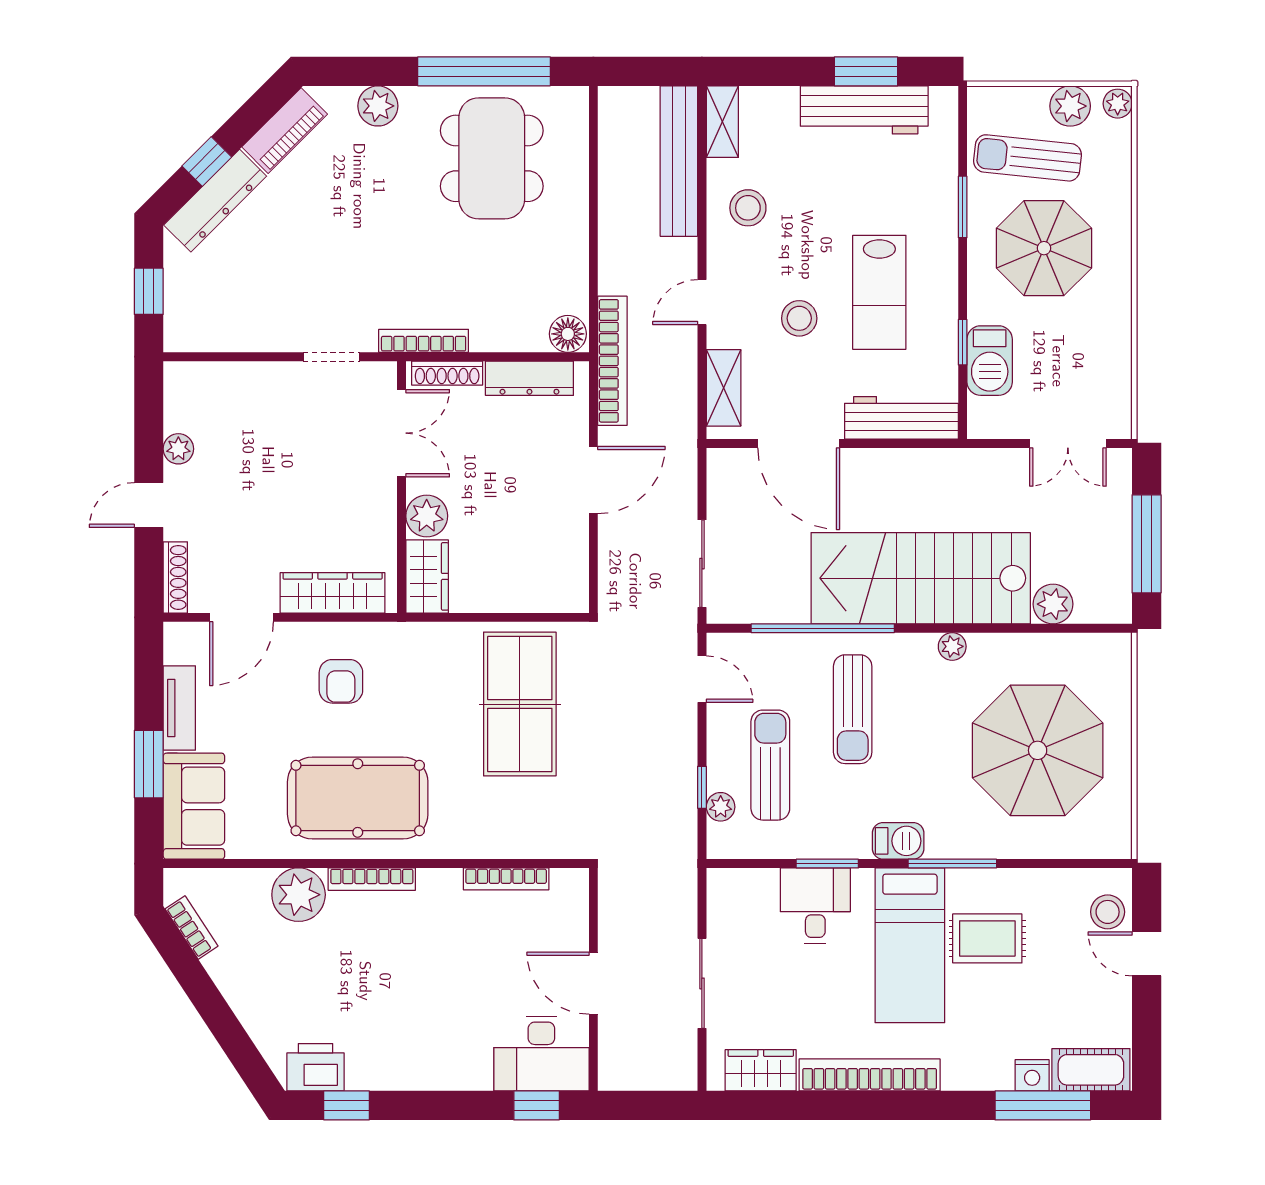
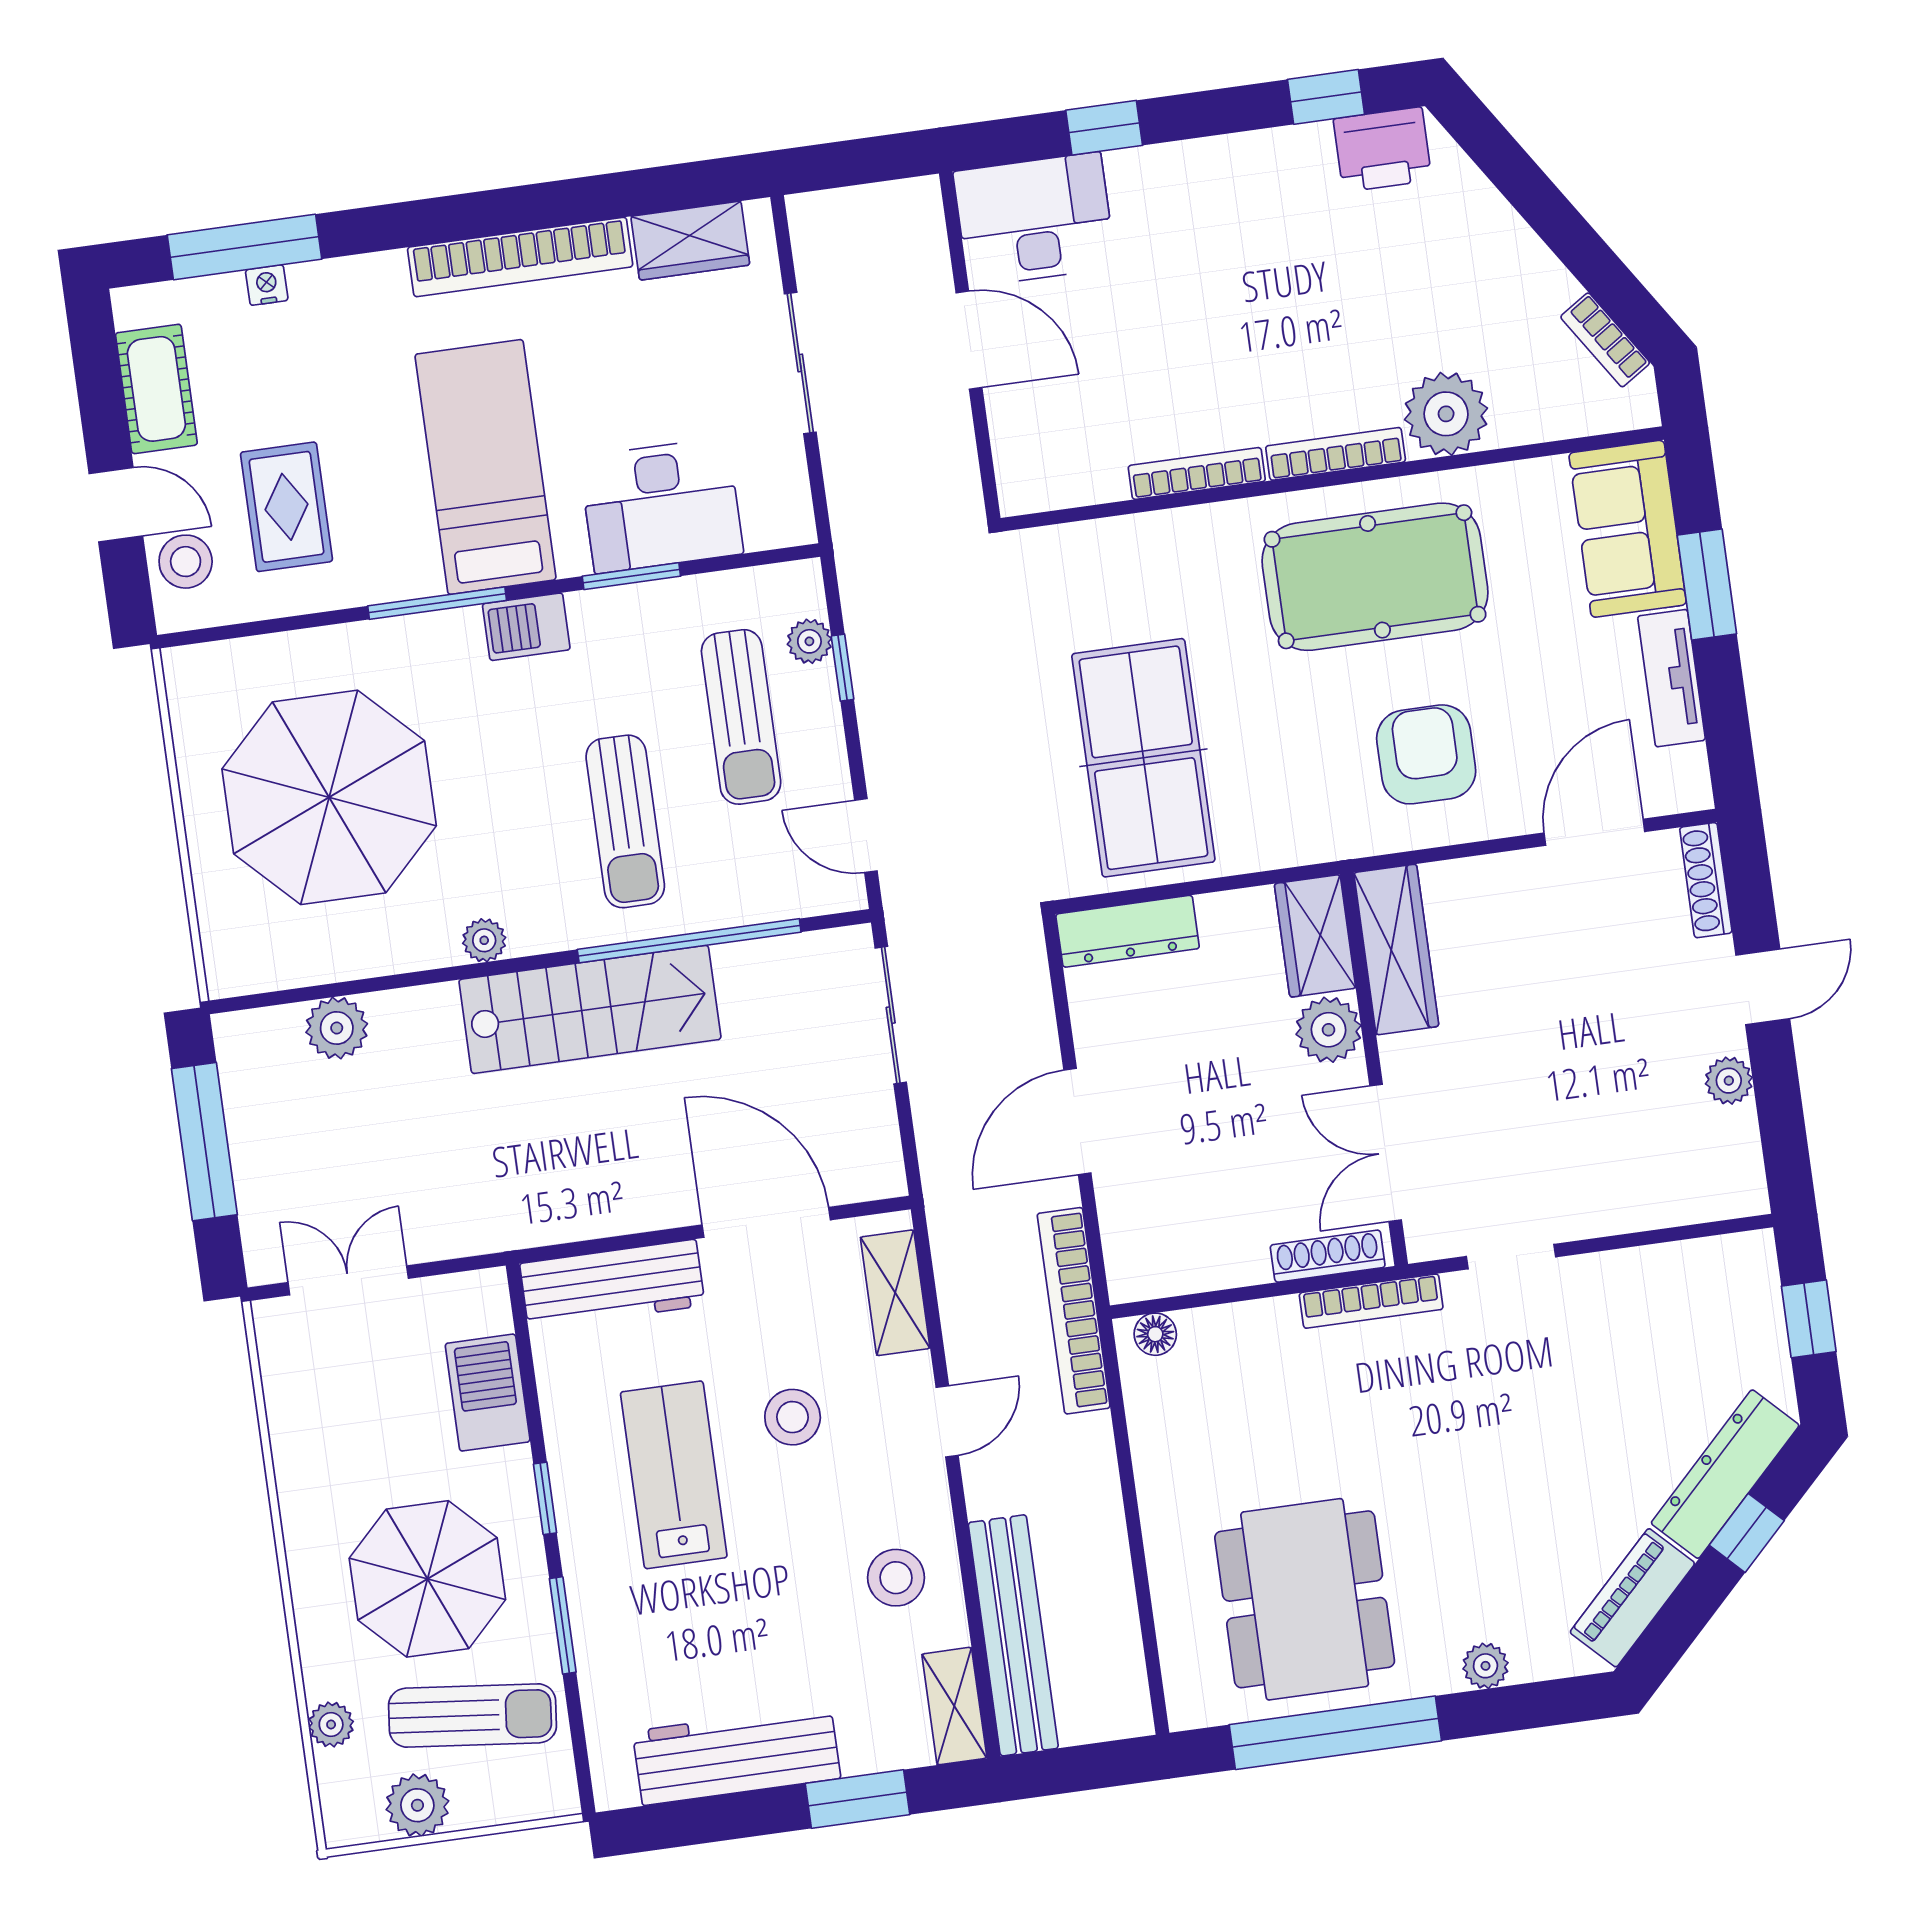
window: (866, 71) -> (858, 1799), moved
plant: (1118, 104) -> (331, 1724), moved
plant: (378, 106) -> (1485, 1666), width x0.73, depth x0.73
floor lamp: (568, 334) -> (1155, 1334), width x0.73, depth x0.73
window: (963, 342) -> (545, 1498), moved
dresser: (529, 378) -> (1128, 931), moved, turned 180
stairs: (921, 578) -> (590, 1009), width x0.73, depth x0.66
wardrobe: (333, 593) -> (1396, 949), moved, turned -90
armchair: (341, 681) -> (1426, 754), width x1.38, depth x1.38
sun lounger: (853, 709) -> (625, 821), turned 180
bookcase: (506, 879) -> (1197, 473), moved
desk: (815, 906) -> (661, 505), width x1.37
rug: (987, 938) -> (286, 507), moved, turned 90
cot: (1091, 1070) -> (156, 389), moved, turned 90
nightstand: (1032, 1075) -> (267, 285), width x0.72, depth x0.74
window: (537, 1105) -> (1104, 128), moved

